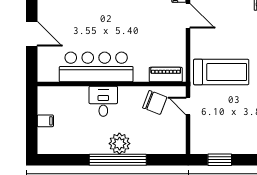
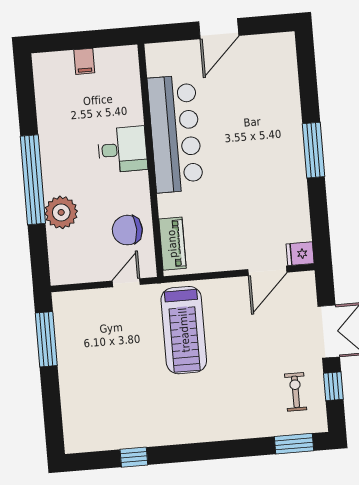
chair: (155, 102) -> (127, 230), turned 69
plant: (119, 144) -> (61, 212), moved
window: (220, 160) -> (46, 339), width x1.44

